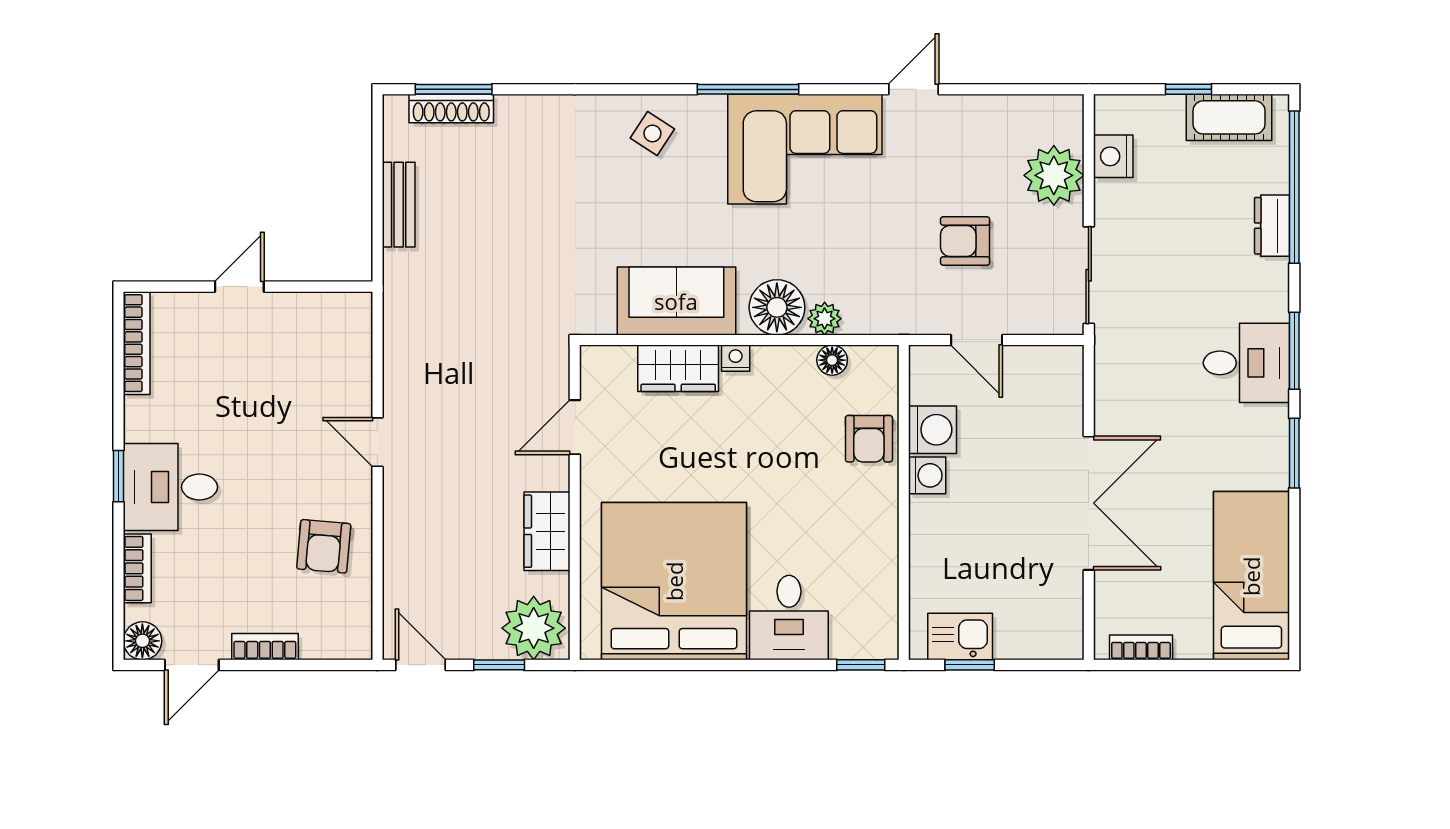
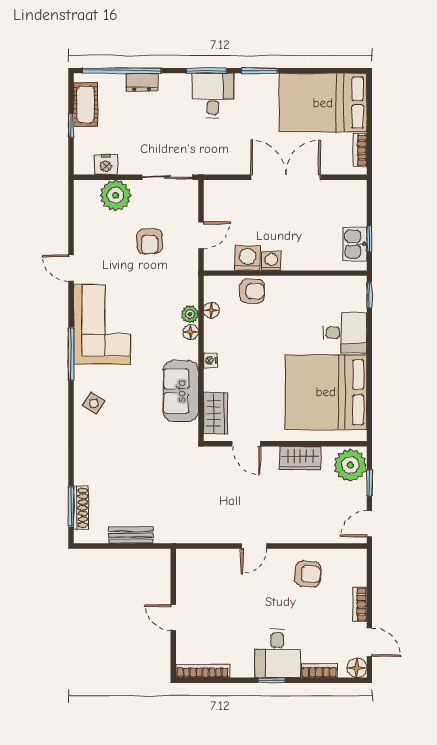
floor lamp: (777, 307) -> (191, 332), width x0.53, depth x0.53
wardrobe: (678, 368) -> (216, 413), moved
bed: (1251, 576) -> (323, 103), width x1.50

